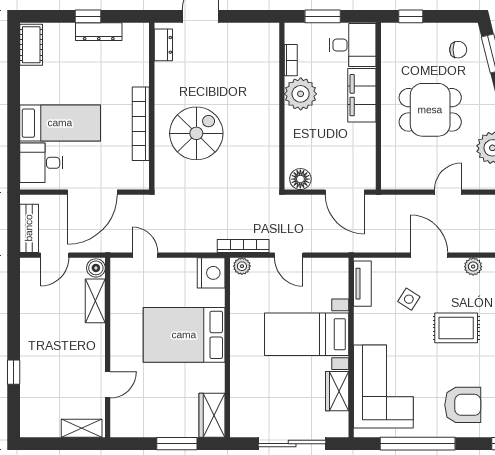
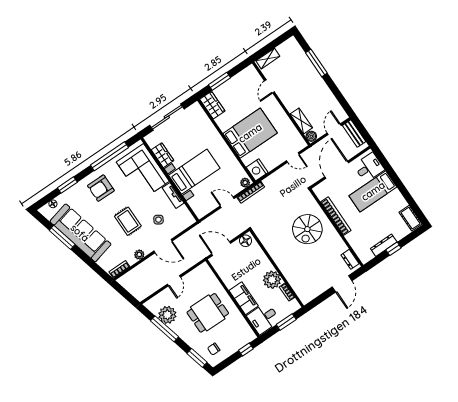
tv unit: (362, 284) -> (173, 195), moved
rug: (456, 328) -> (128, 221), turned 90
window: (14, 372) -> (316, 63), width x2.17

